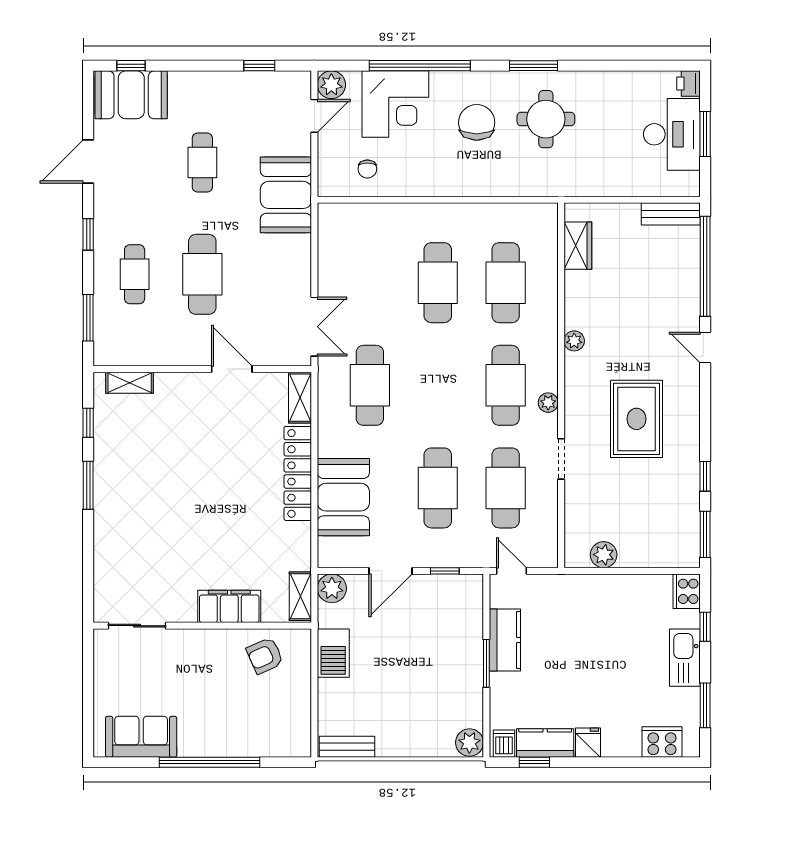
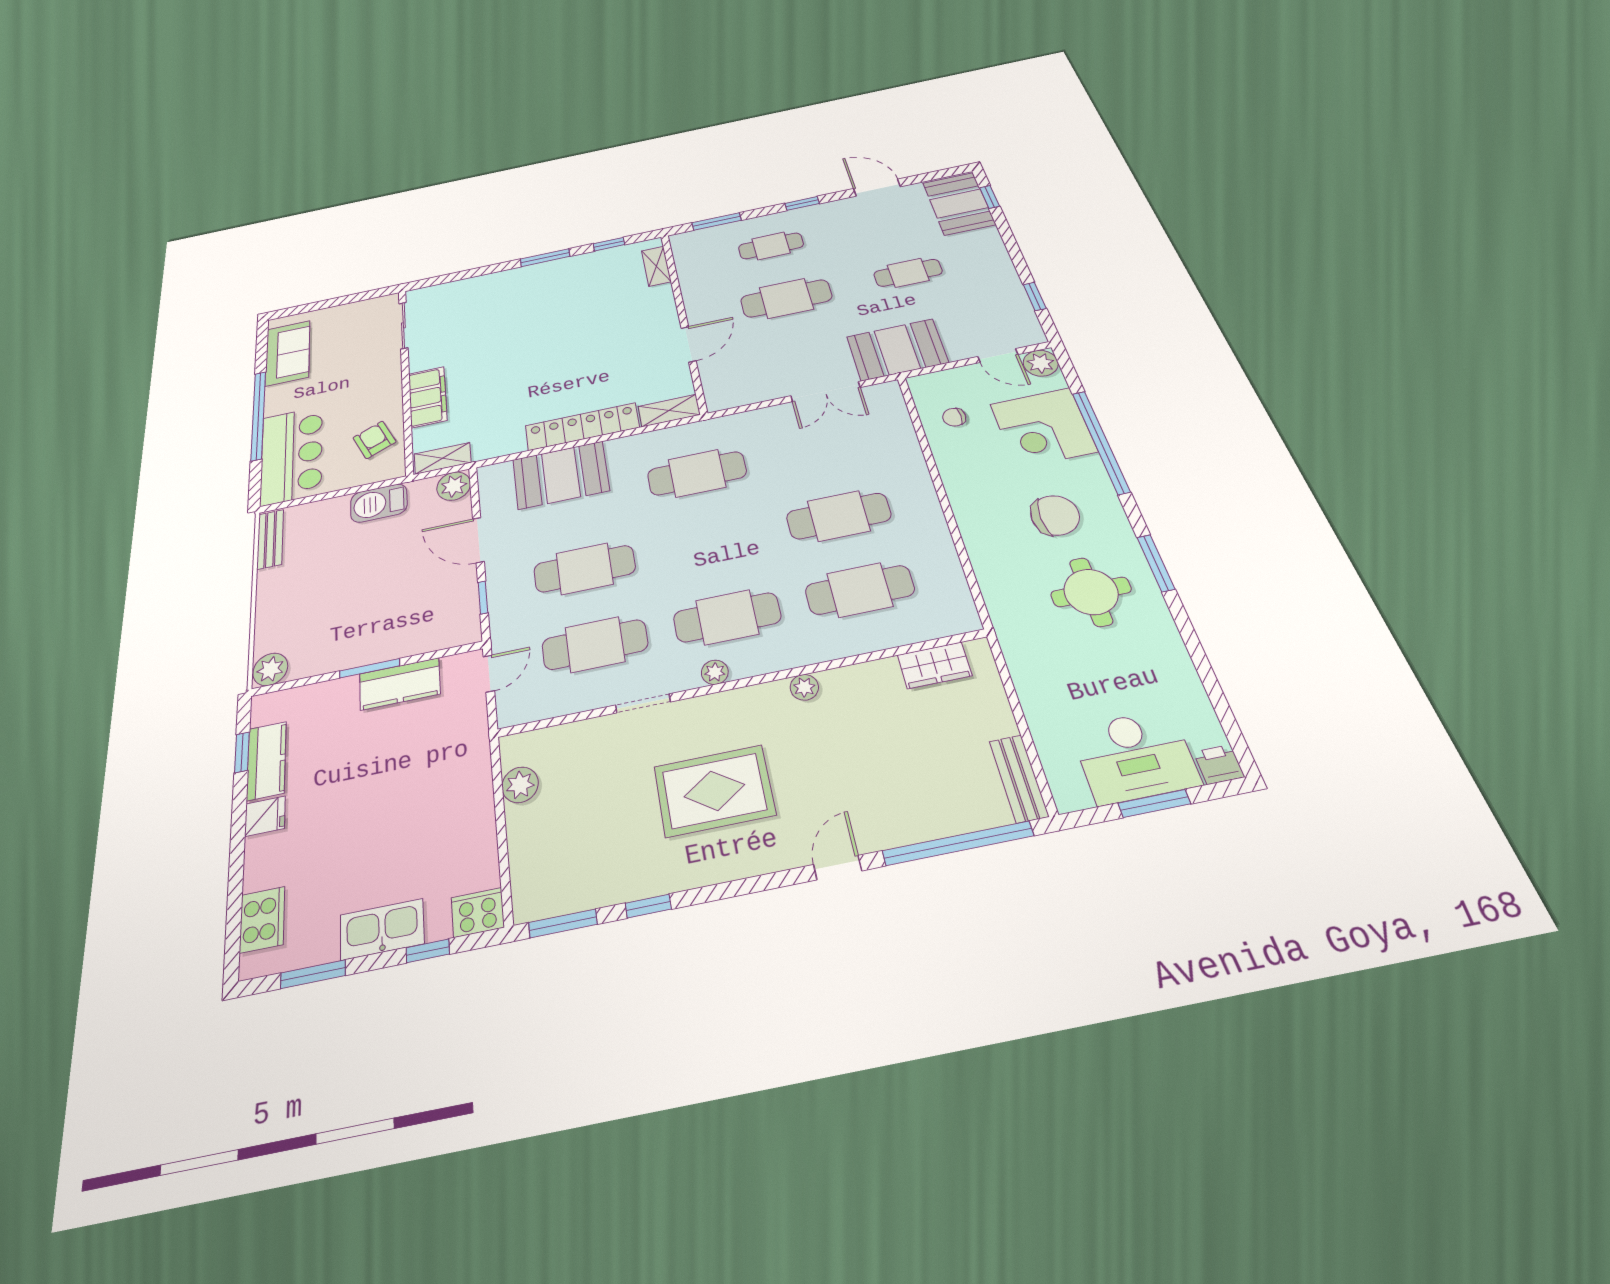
double door: (314, 327) -> (825, 392), moved
bar counter: (263, 730) -> (292, 455), added
dishwasher: (504, 744) -> (268, 710), removed

